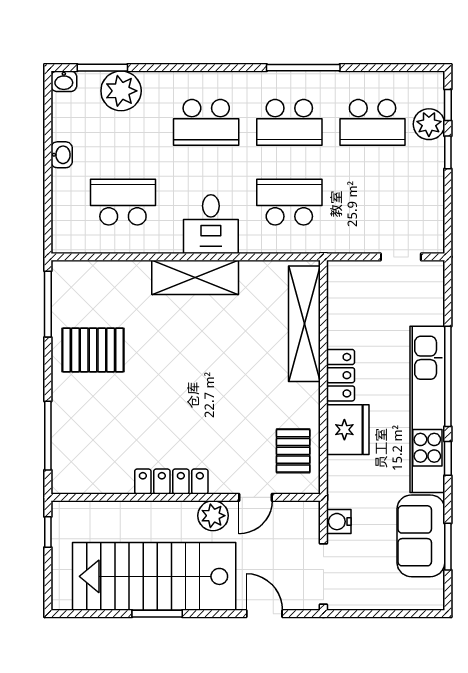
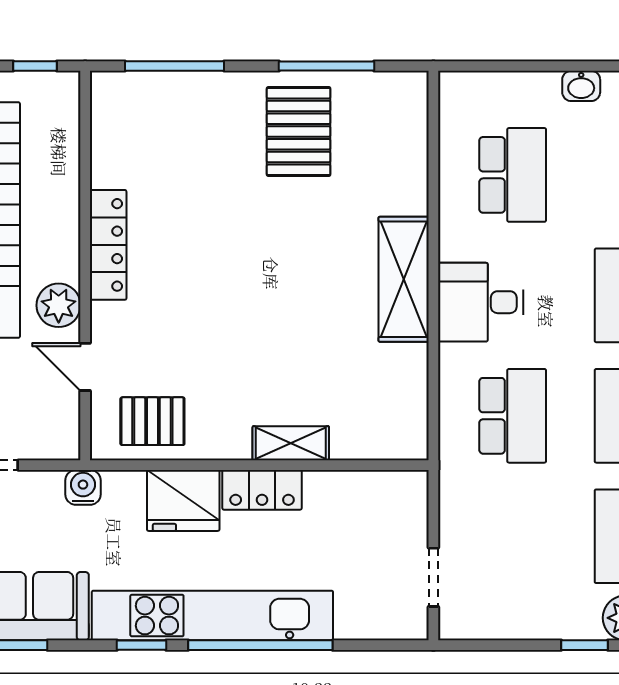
window: (48, 304) -> (327, 66), moved
shelving: (304, 324) -> (291, 443), width x0.45, depth x0.75
water cooler: (339, 522) -> (83, 487), moved

